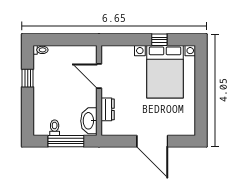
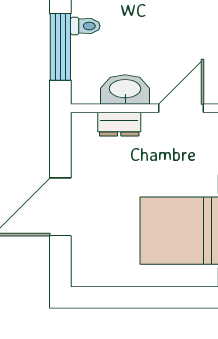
washbasin: (89, 121) -> (125, 90), moved

